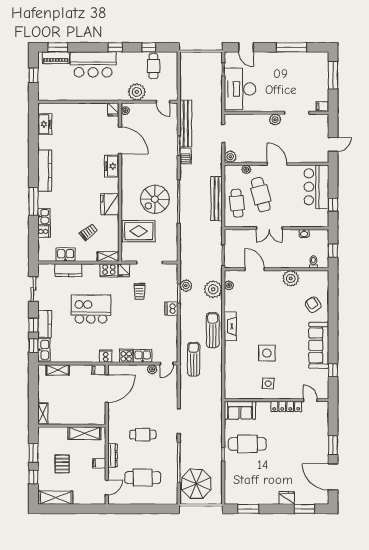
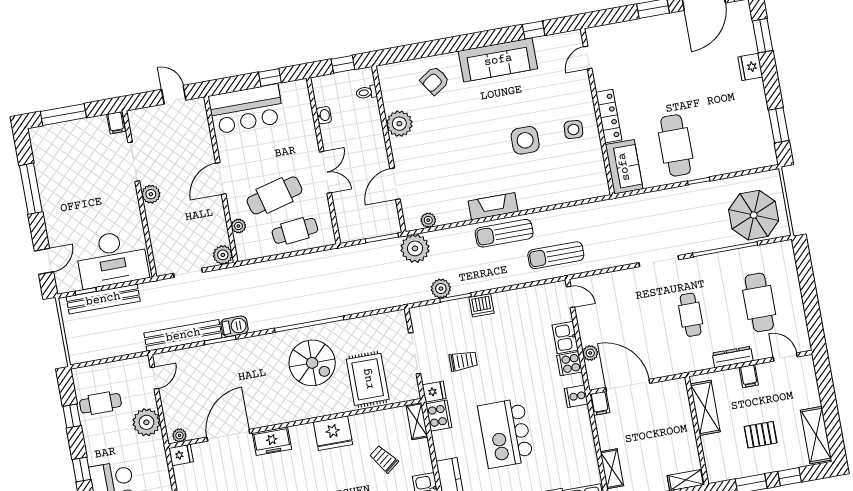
bench: (217, 199) -> (103, 299), moved
plant: (213, 289) -> (415, 248), moved
plant: (152, 369) -> (590, 353), moved
locker: (286, 407) -> (609, 116), moved

